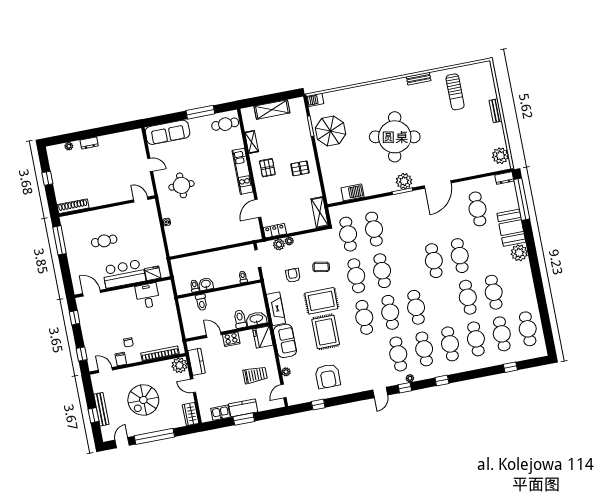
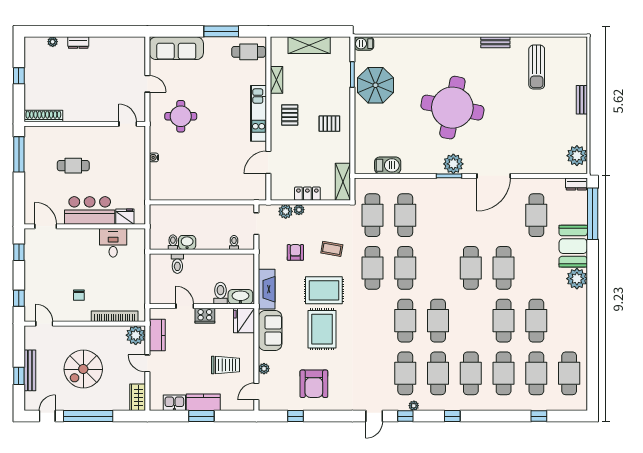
locker: (275, 231) -> (307, 194), moved
cafe table: (364, 317) -> (372, 321), removed
filing cabinet: (121, 359) -> (66, 314), removed

